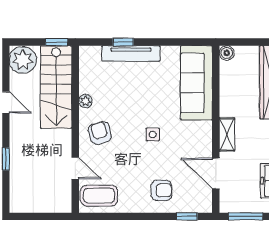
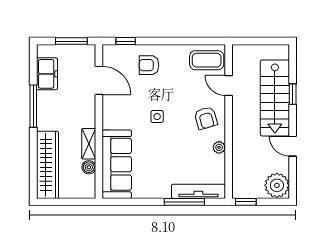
window: (123, 42) -> (184, 202), width x2.17
boiler: (227, 53) -> (89, 167), moved
tv unit: (131, 54) -> (198, 191), moved
stairs: (56, 87) -> (275, 98), moved, turned 180
shelving: (227, 134) -> (89, 144), moved

